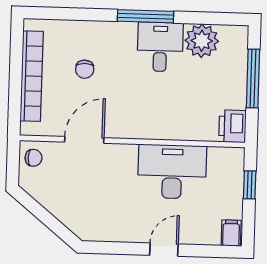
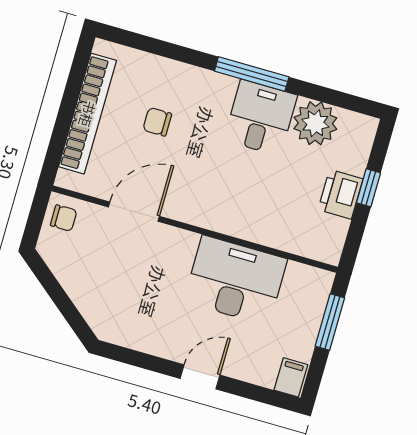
chair: (85, 69) -> (157, 122), turned 90
window: (253, 79) -> (368, 188), width x0.46
printer: (232, 126) -> (341, 194), moved
window: (250, 185) -> (330, 322), width x1.50

